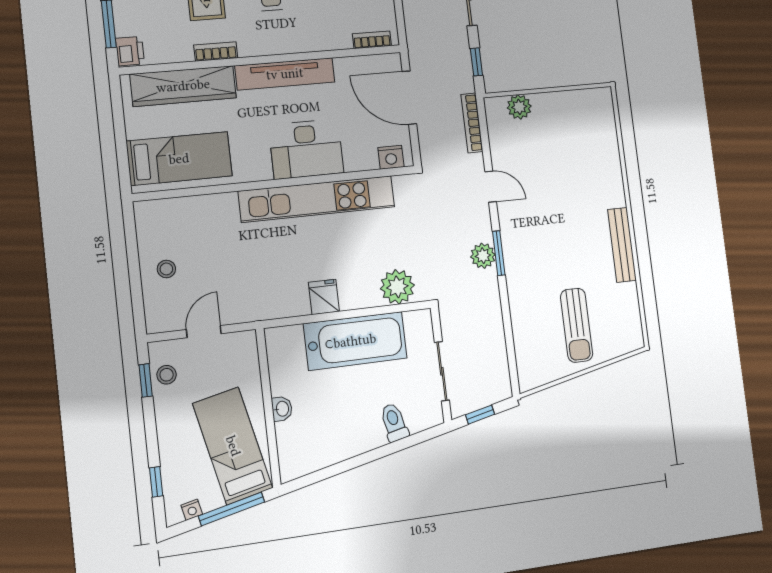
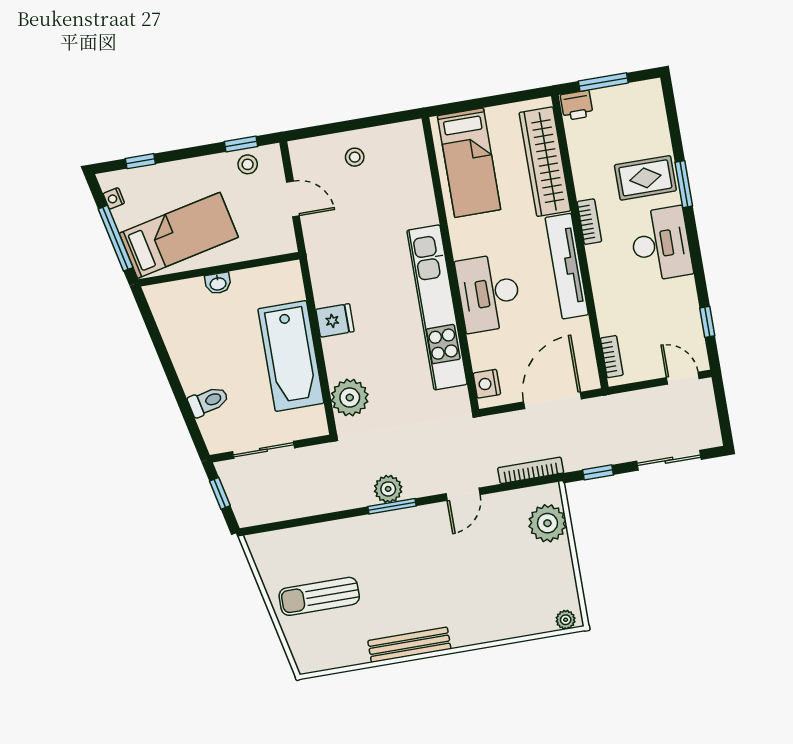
bookcase: (216, 51) -> (589, 222), moved
plant: (605, 102) -> (566, 620), added
plant: (519, 107) -> (547, 523), width x1.36, depth x1.36

